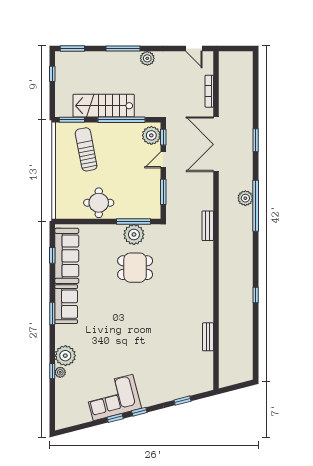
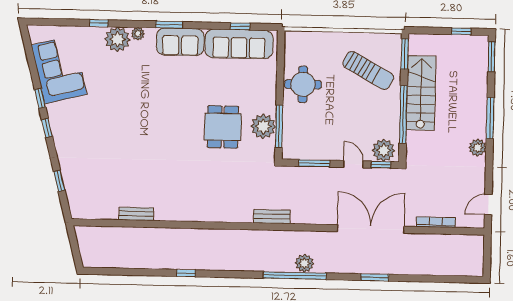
sun lounger: (86, 149) -> (368, 70), turned 40
plant: (60, 372) -> (138, 34), moved
corner sofa: (113, 397) -> (59, 70), moved

